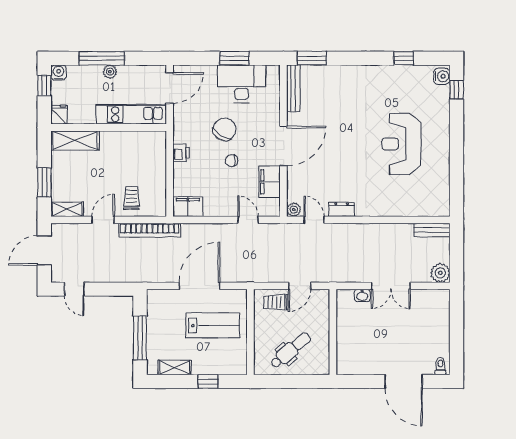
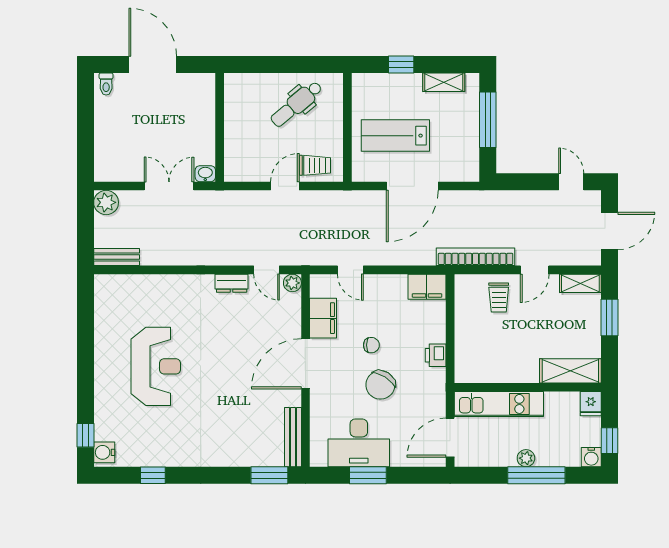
wall: (333, 332) -> (220, 127), moved

